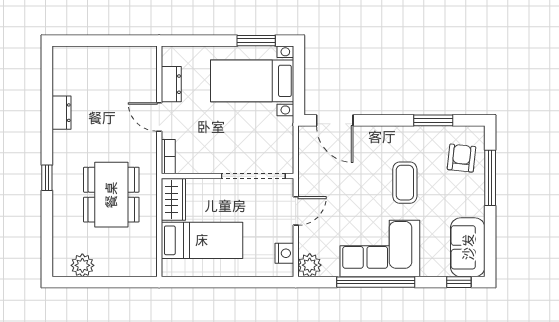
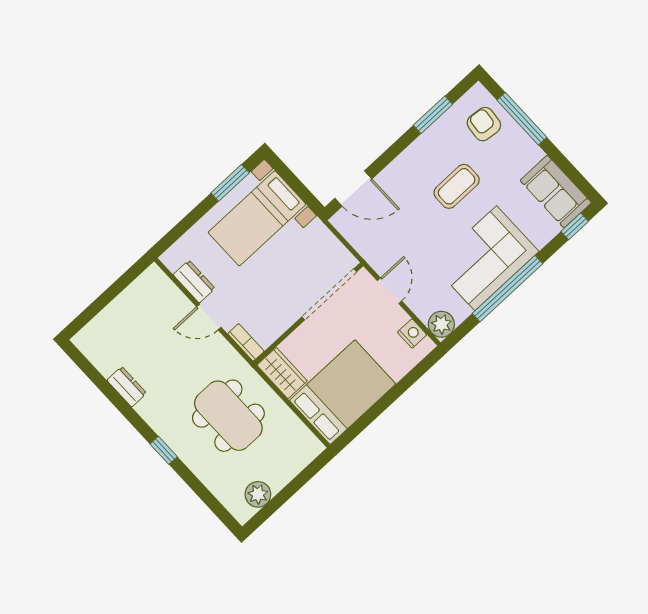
coffee table: (405, 183) -> (457, 186), turned 90
bed: (202, 240) -> (343, 392), width x1.50

